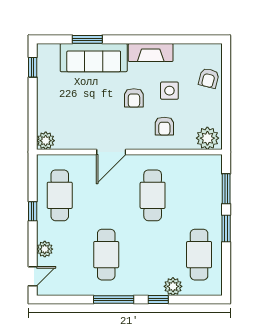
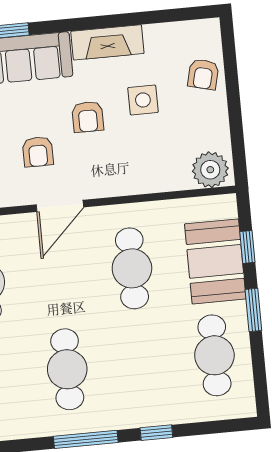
armchair: (164, 126) -> (38, 152), moved
window: (226, 189) -> (247, 247), width x0.67
booth: (205, 196) -> (215, 261), added
plant: (173, 286) -> (178, 410), removed

